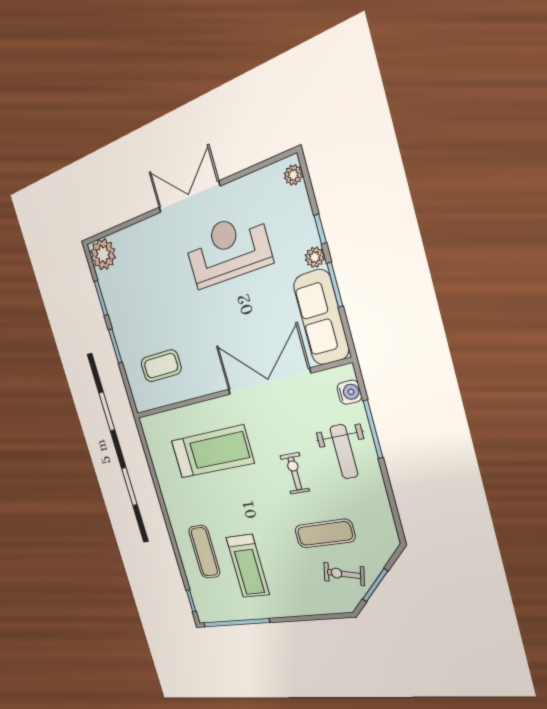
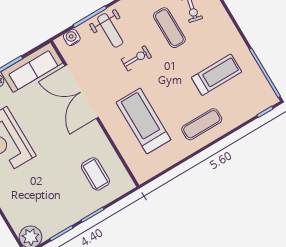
weight bench: (344, 452) -> (110, 30), turned 90
exercise bike: (295, 473) -> (136, 58), turned 180
exercise mat: (204, 552) -> (202, 124), moved

